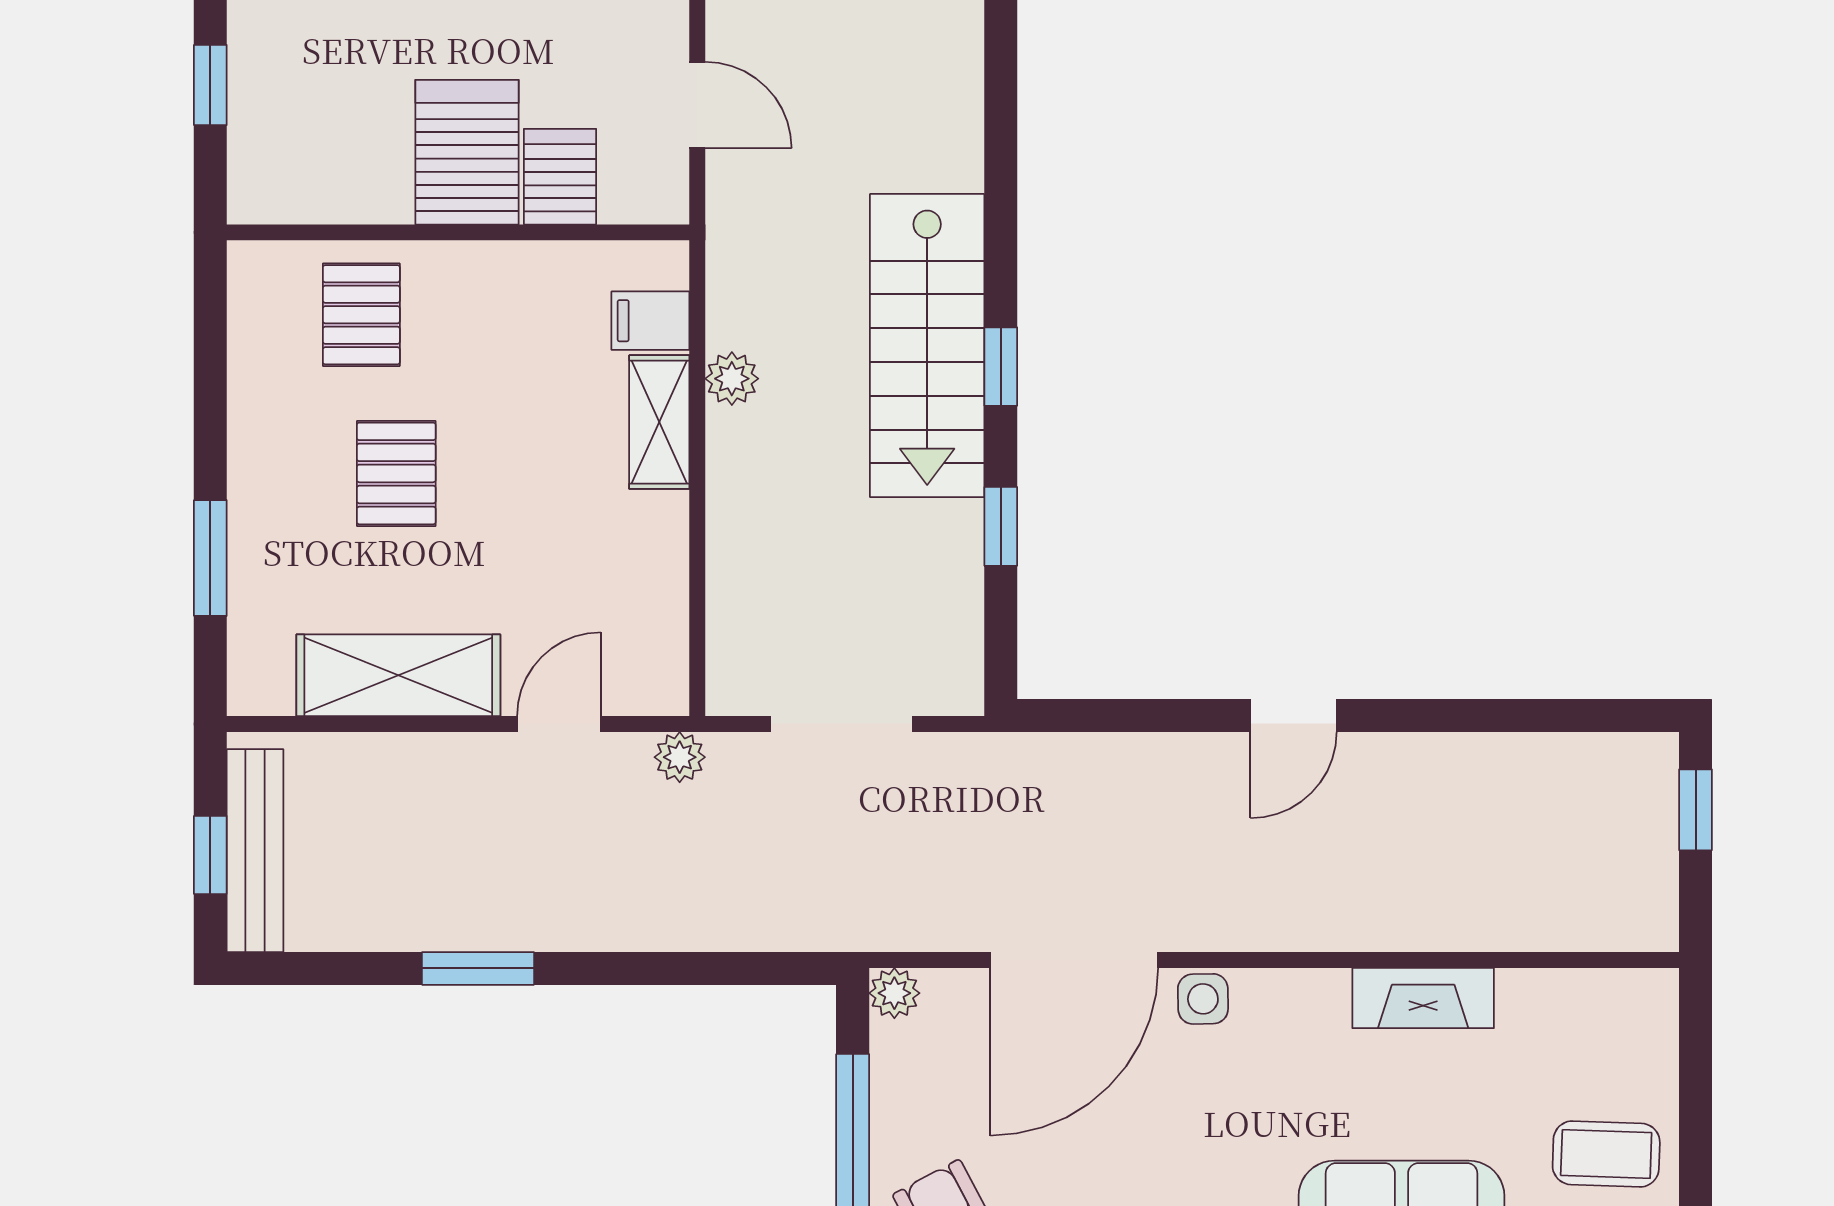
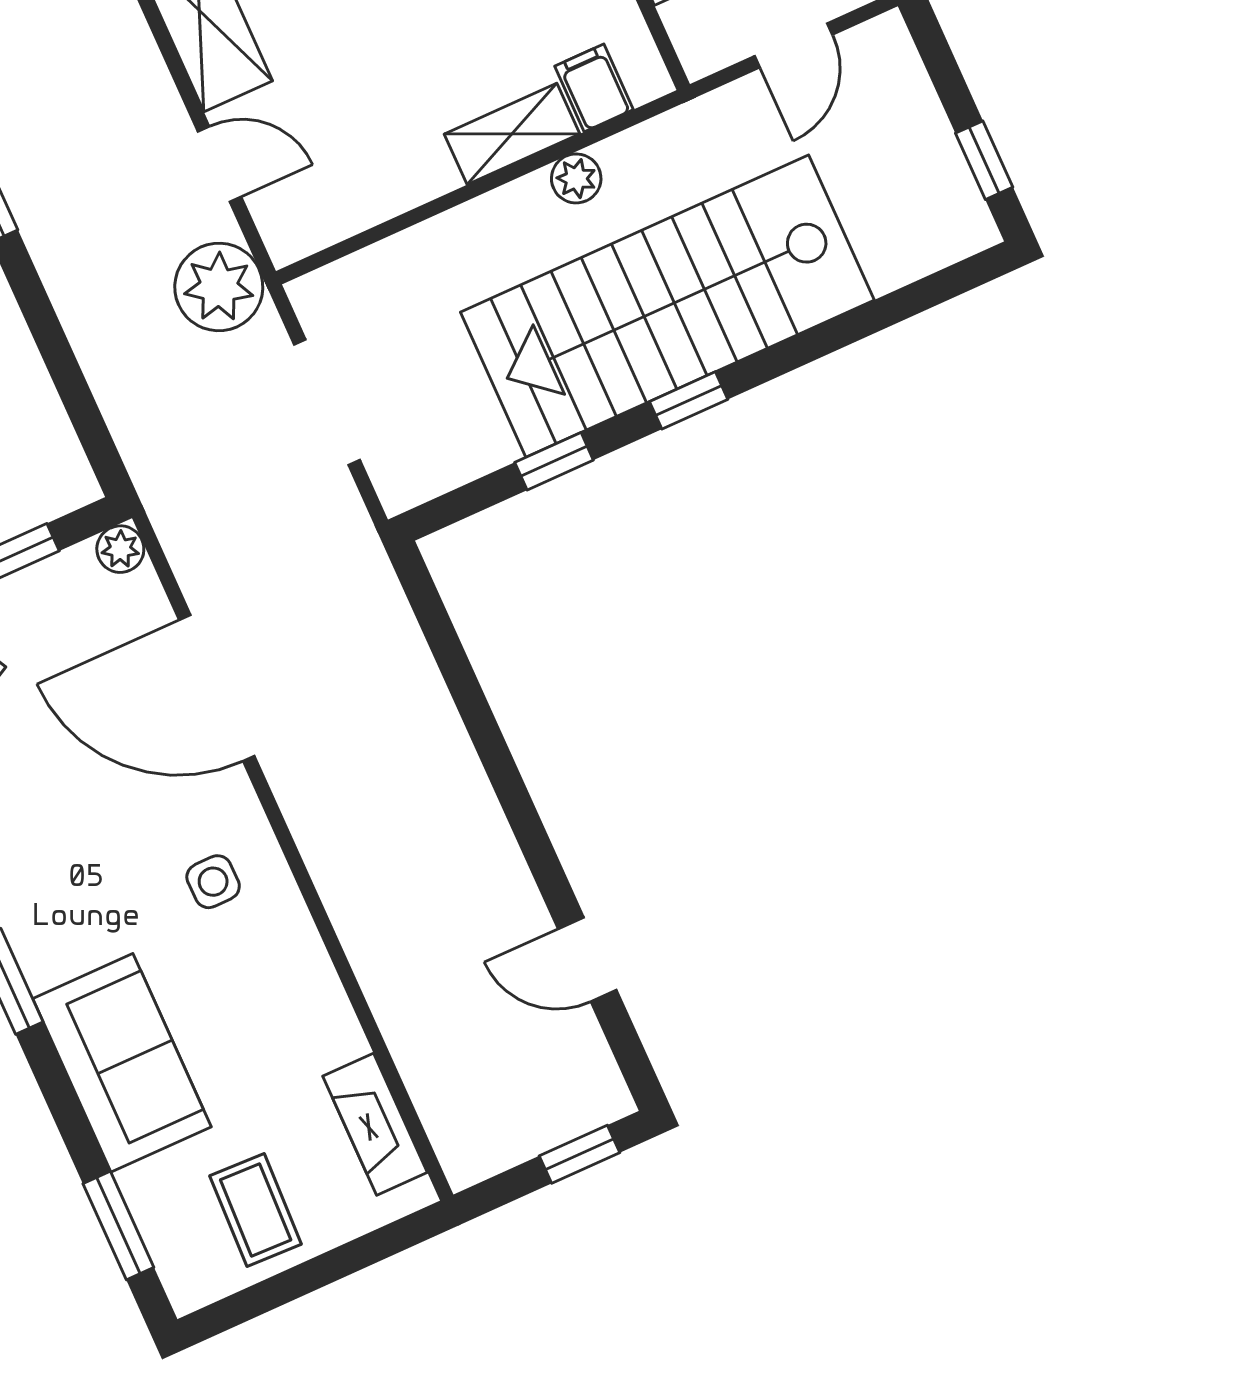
stairs: (927, 346) -> (667, 306), width x1.36, depth x1.51
door: (1294, 715) -> (587, 959), moved
plant: (680, 757) -> (219, 287), width x1.88, depth x1.88
fireplace: (1423, 998) -> (375, 1124), moved
side table: (1203, 999) -> (213, 882), moved

